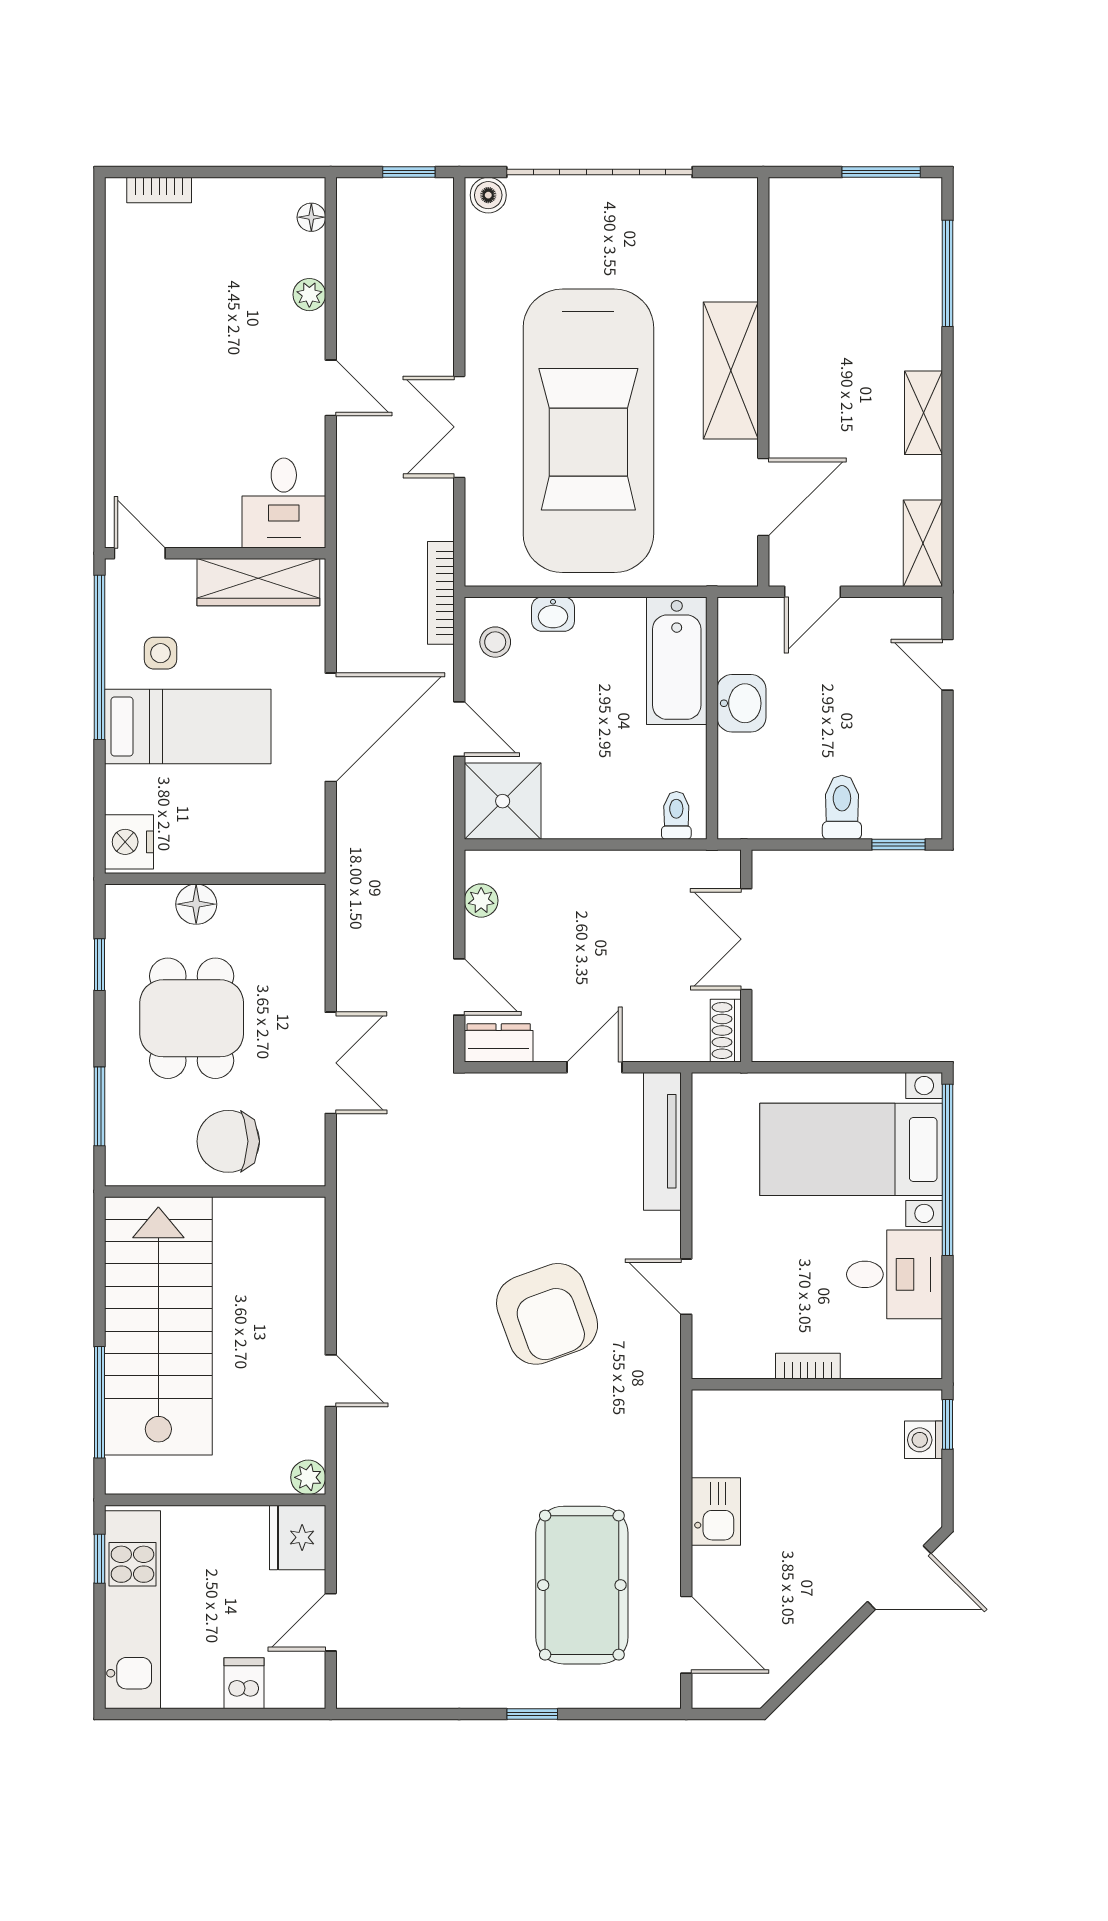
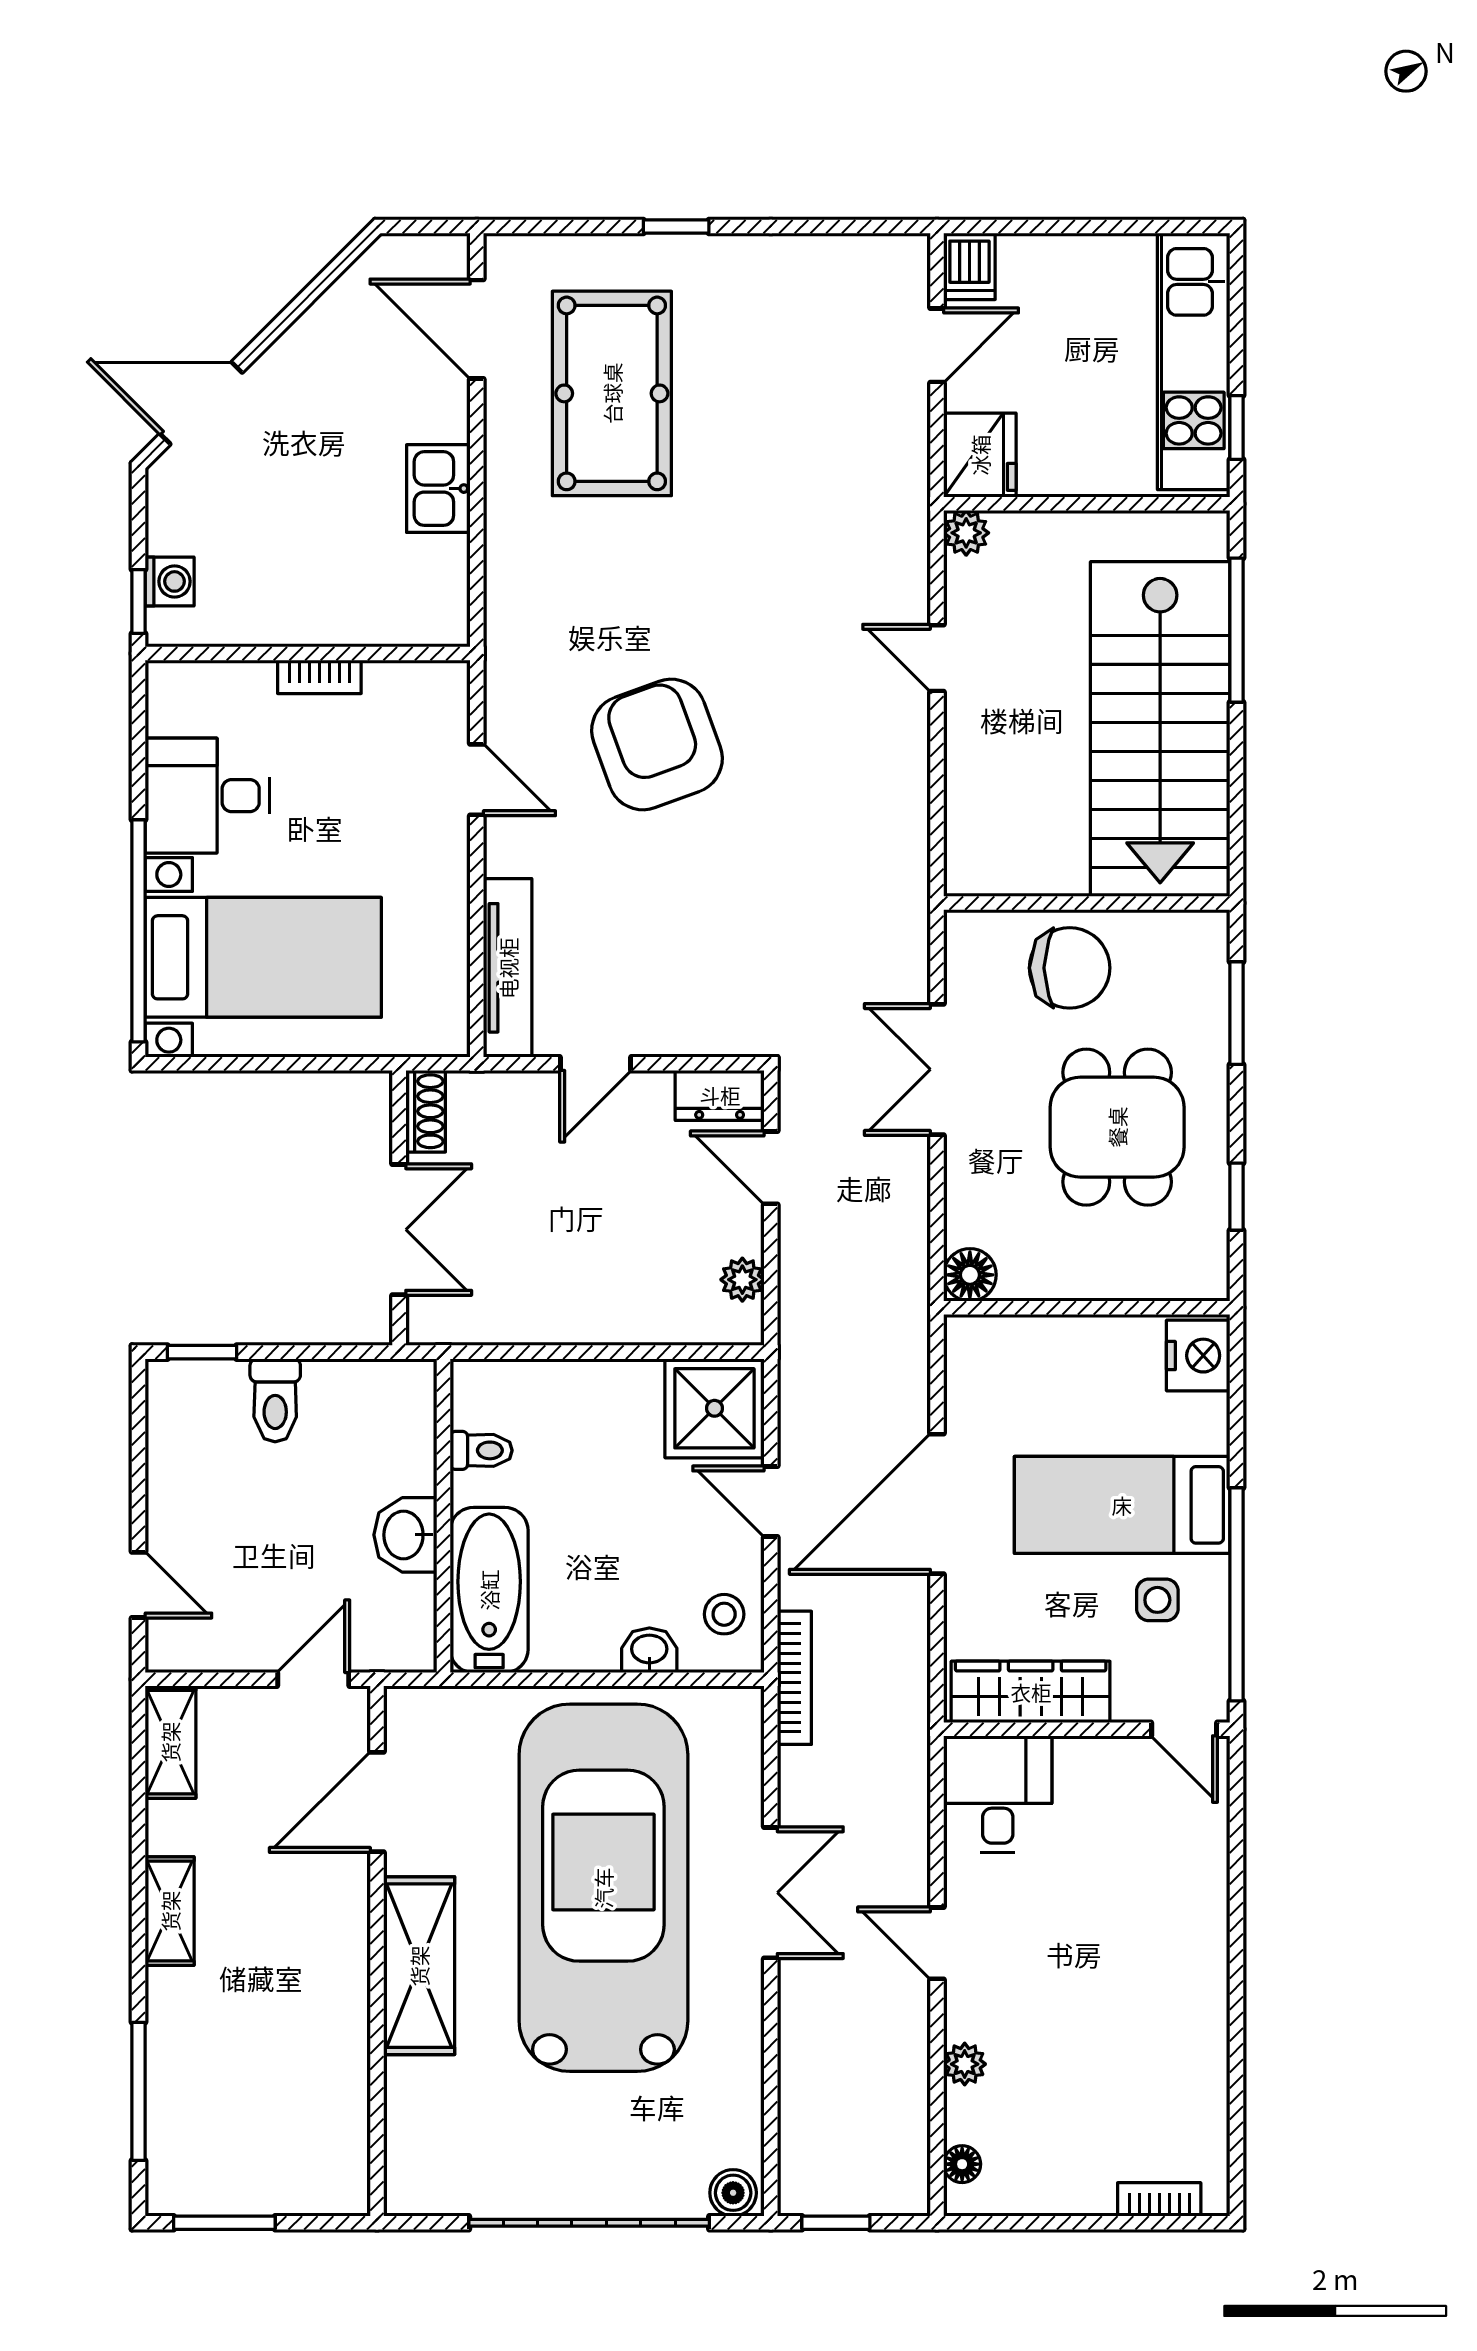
toilet: (676, 815) -> (481, 1450), moved, turned -90
floor lamp: (196, 904) -> (970, 1275), moved
dishwasher: (244, 1683) -> (969, 266), moved

